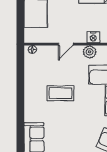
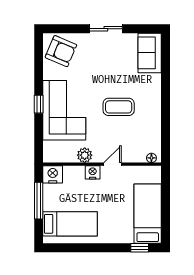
nightstand: (93, 37) -> (93, 172), moved

